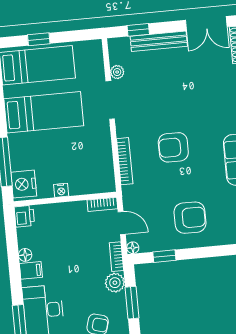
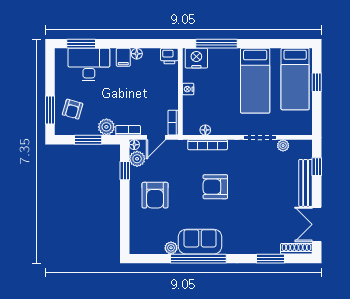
armchair: (173, 147) -> (215, 187), turned -90
floor lamp: (107, 166) -> (205, 130), added
plant: (149, 243) -> (137, 159), added

